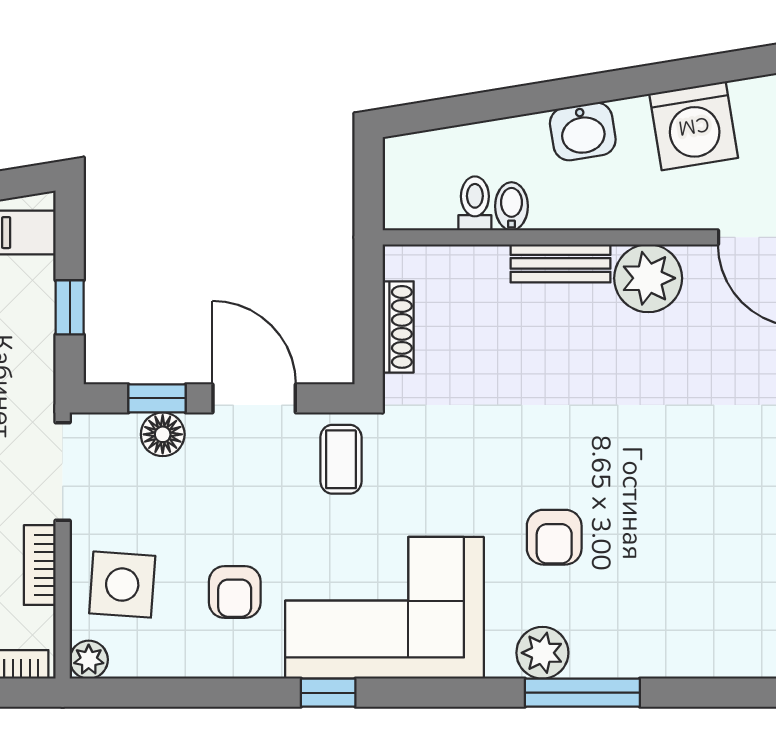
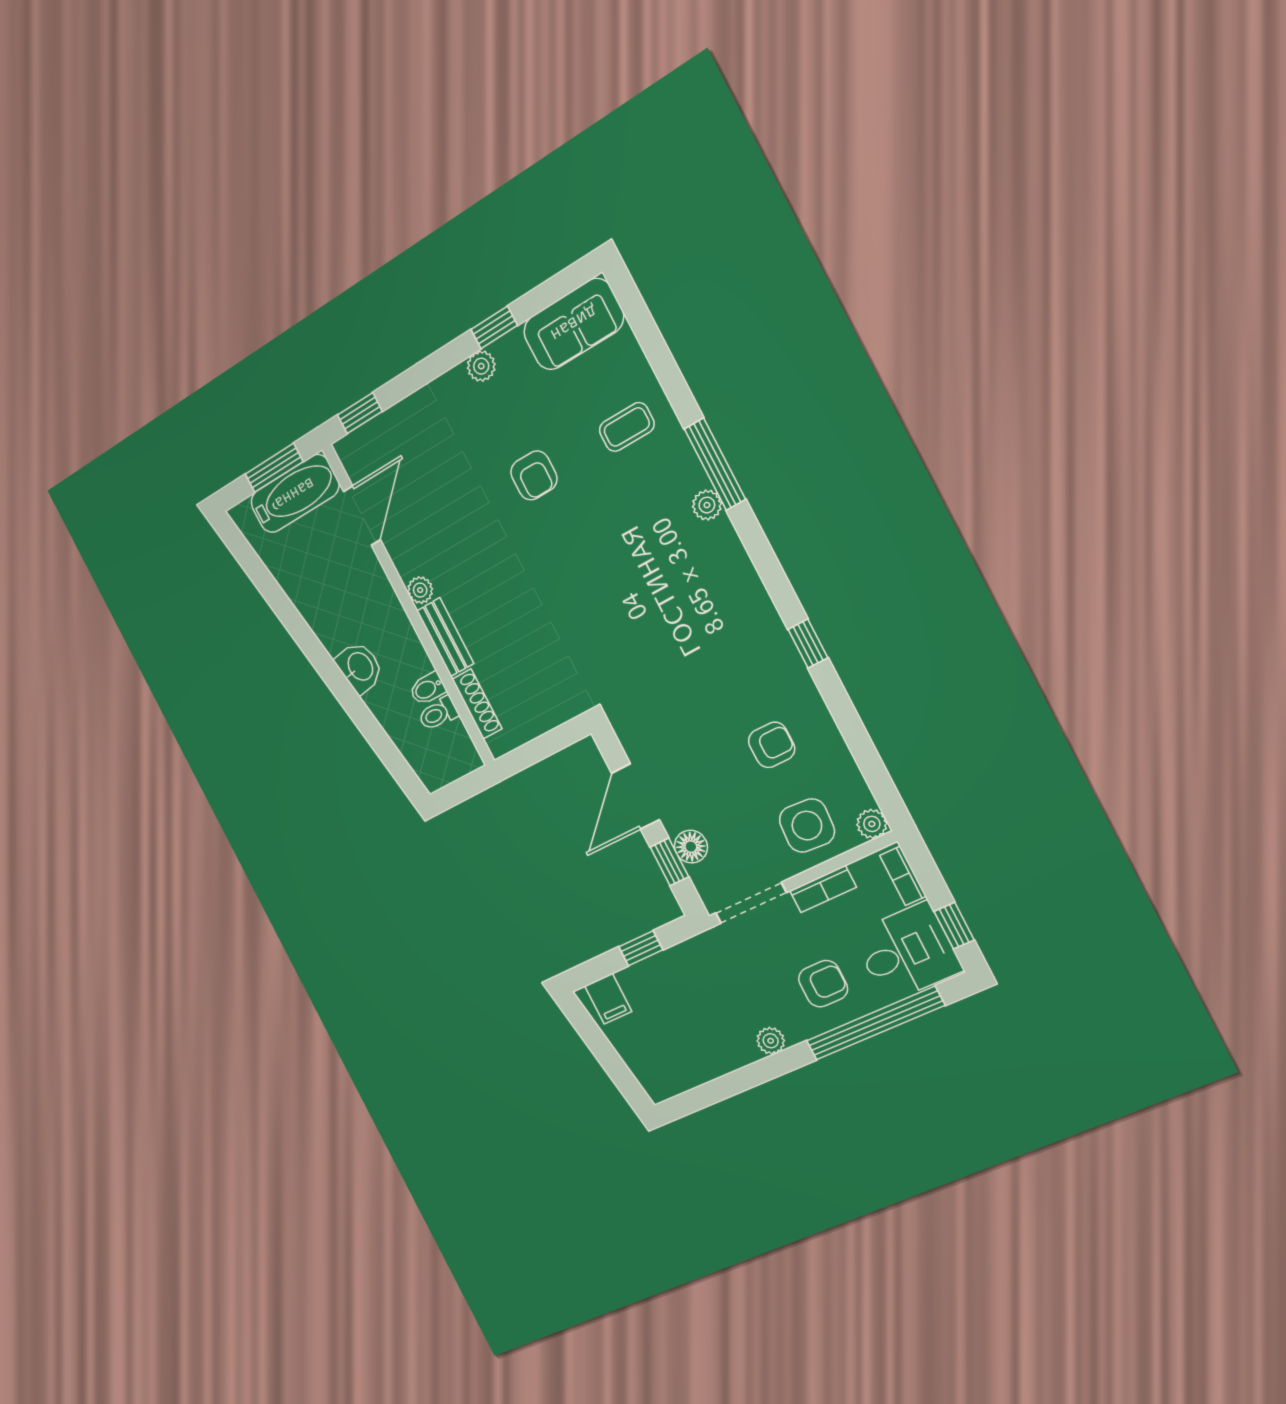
washing machine: (694, 126) -> (319, 597), removed
plant: (648, 278) -> (420, 590), width x0.53, depth x0.53
shoe rack: (398, 327) -> (477, 704), moved, turned 90
coffee table: (341, 459) -> (627, 427), moved
armchair: (554, 537) -> (534, 475), moved, turned 90
corner sofa: (384, 608) -> (728, 635), removed
plant: (542, 653) -> (707, 505), width x0.73, depth x0.73

